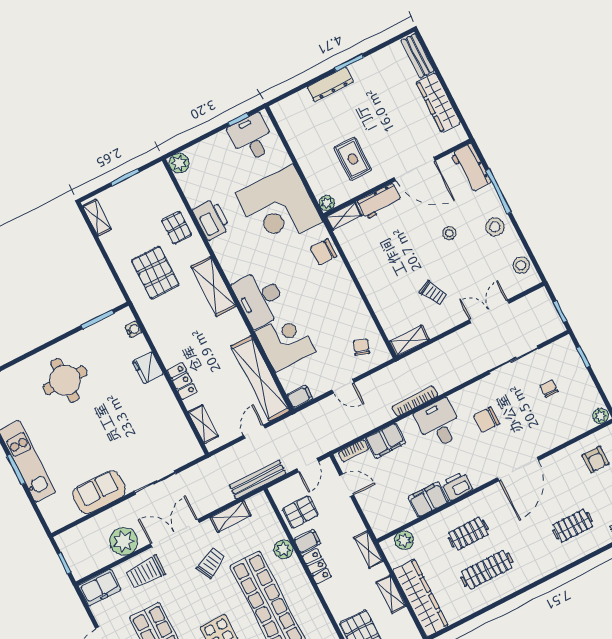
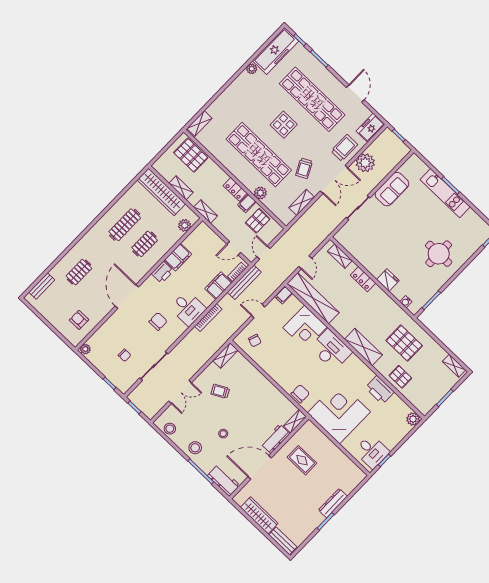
plant: (327, 203) -> (309, 426), removed
bench: (258, 479) -> (244, 282), moved

